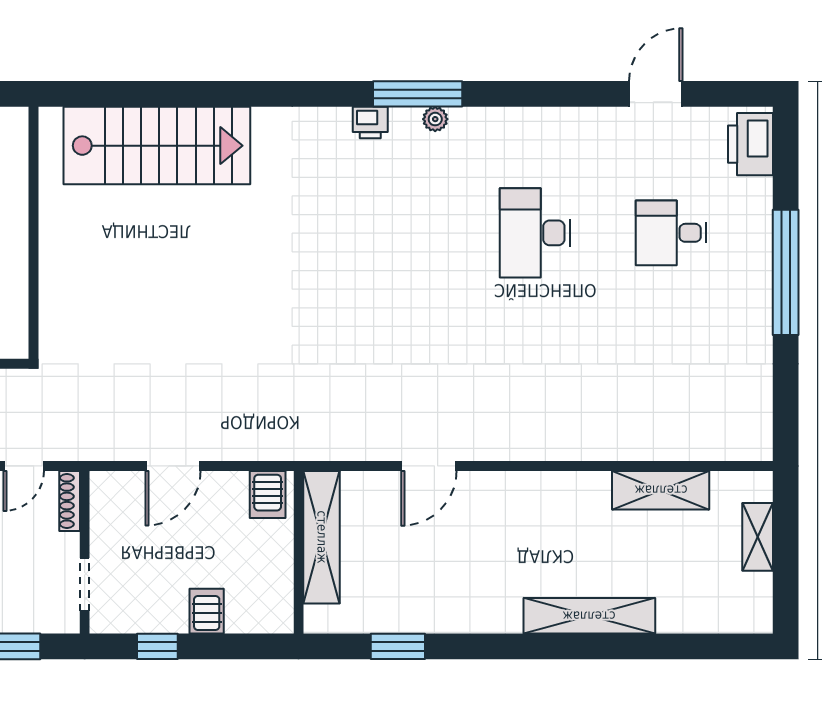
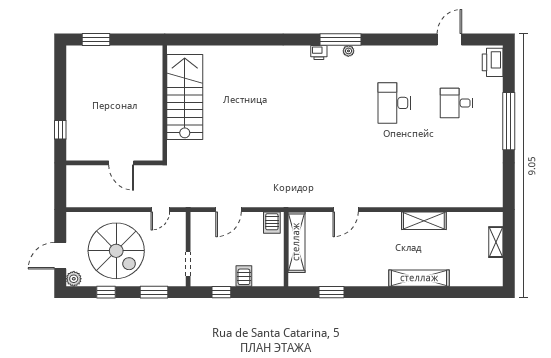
stairs: (157, 146) -> (185, 97), moved, turned -90
shelving: (661, 490) -> (424, 221), moved
shoe rack: (70, 501) -> (181, 226), removed

